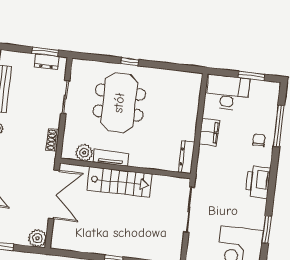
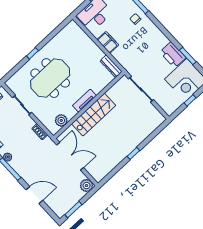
meeting table: (119, 103) -> (50, 78), turned 90
tv unit: (111, 158) -> (84, 101), moved
printer: (258, 182) -> (173, 55), moved

